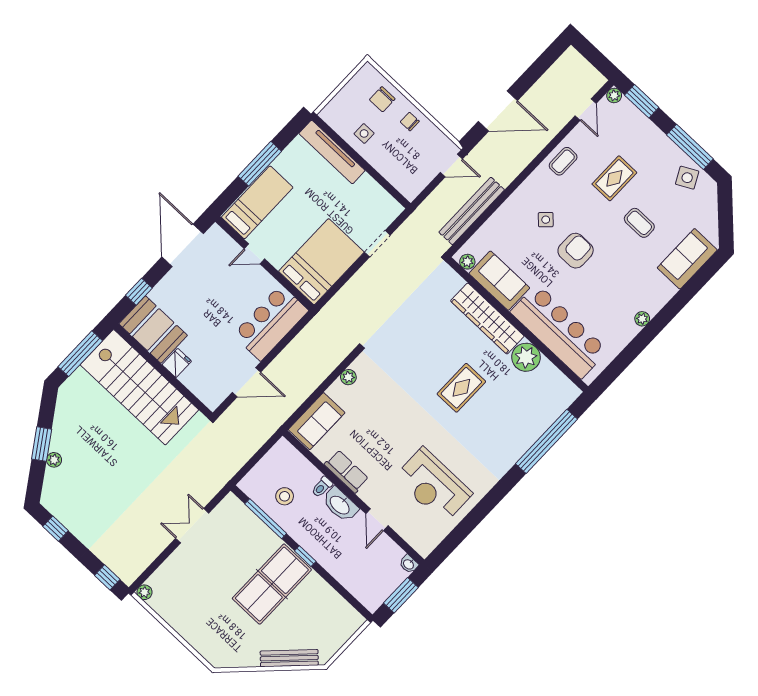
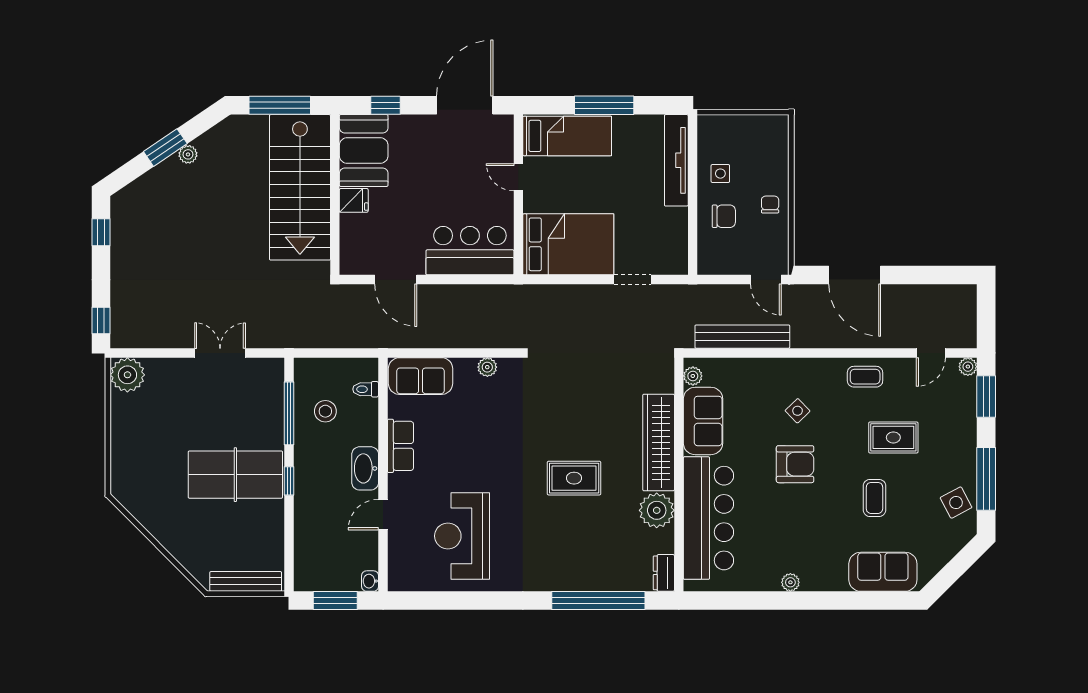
chair: (382, 99) -> (724, 216), moved, turned 180
dresser: (567, 388) -> (664, 573), added
plant: (54, 460) -> (188, 154), moved
toilet: (322, 487) -> (366, 389), moved
plant: (144, 592) -> (127, 375), width x1.88, depth x1.88
bench: (289, 658) -> (246, 581), moved, turned -45

